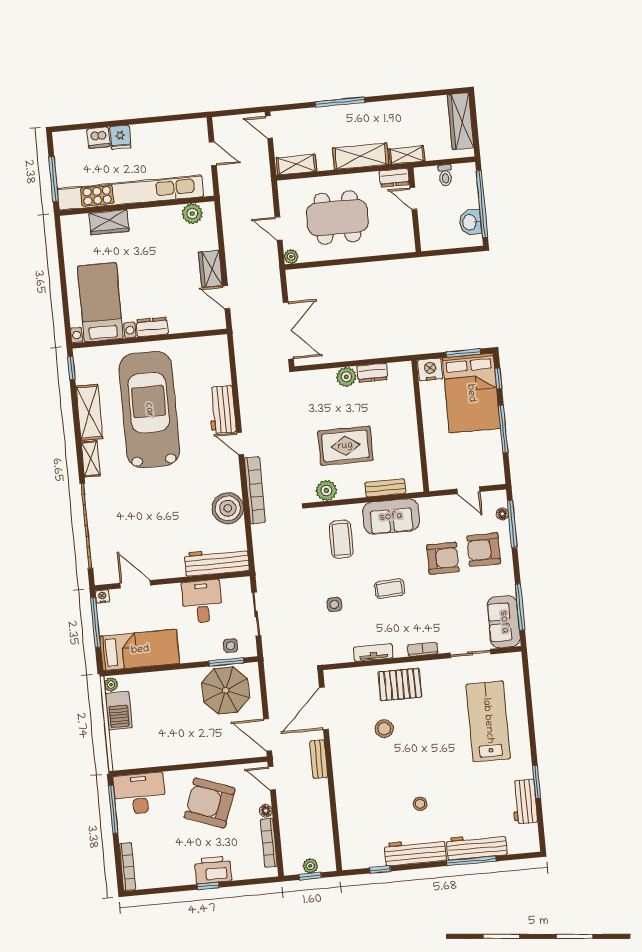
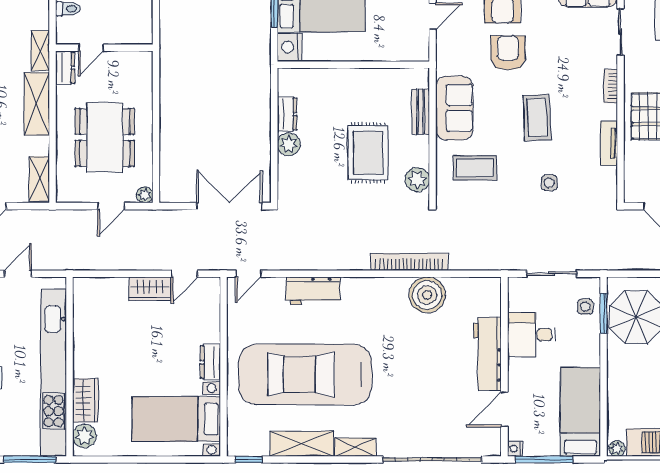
plant: (192, 214) -> (84, 436), moved
door: (240, 444) -> (248, 274), moved
workbench: (217, 562) -> (487, 354), moved
coffee table: (390, 589) -> (537, 118), width x1.36, depth x1.30

